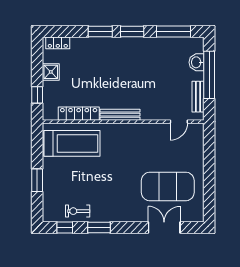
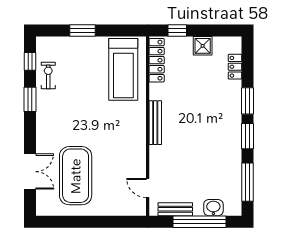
locker: (58, 43) -> (235, 67), moved
locker: (79, 114) -> (157, 60), moved

